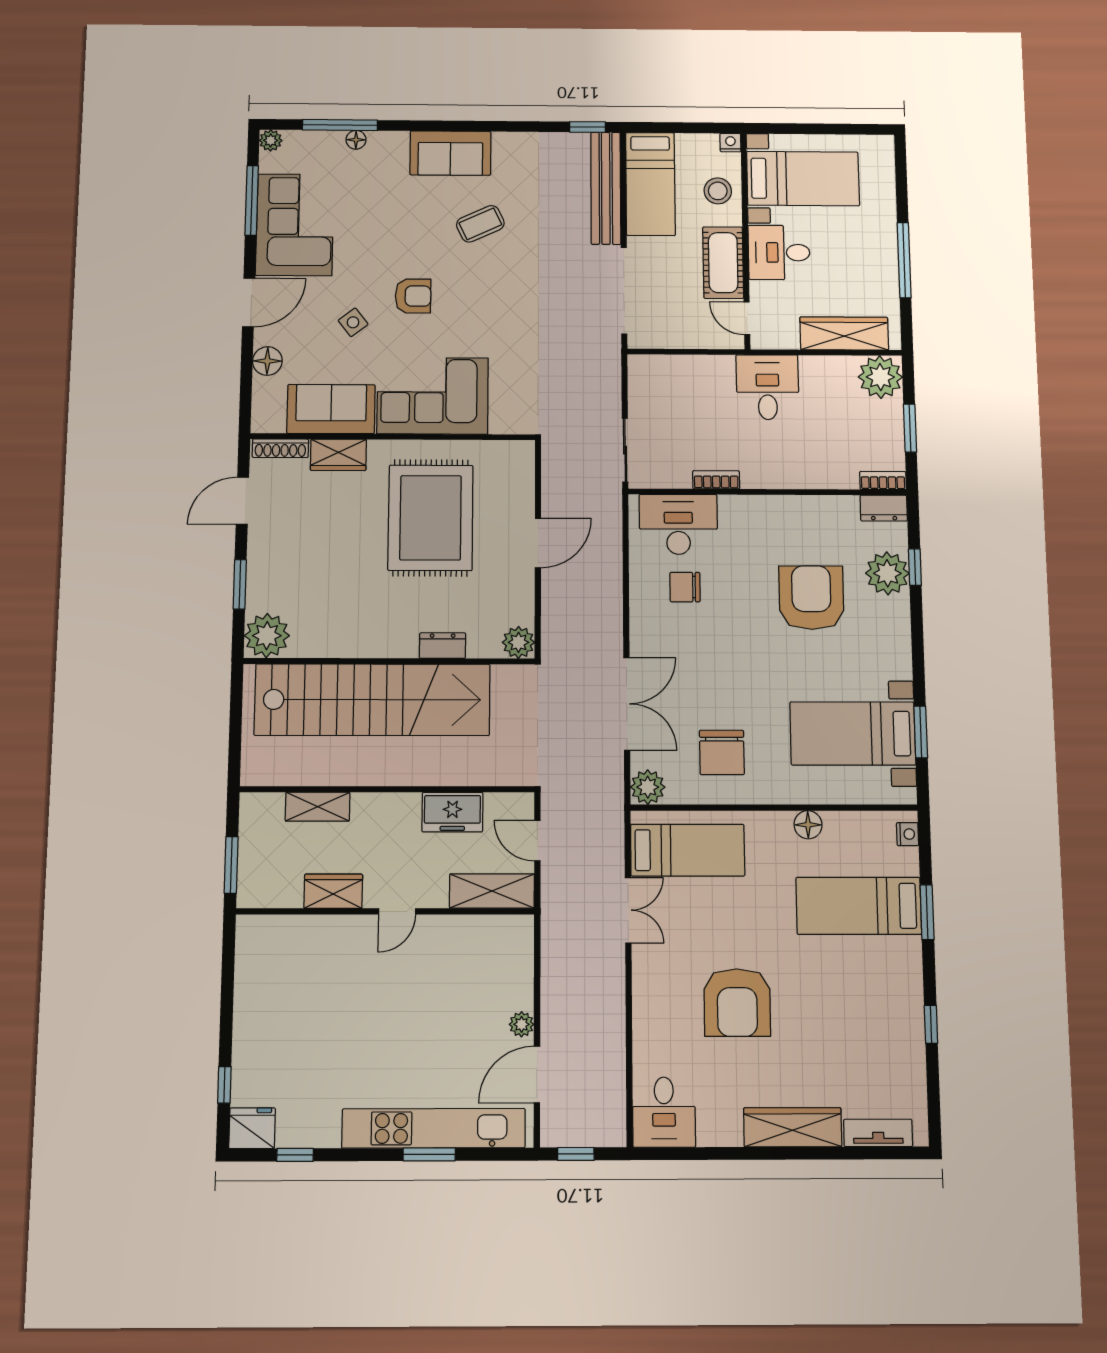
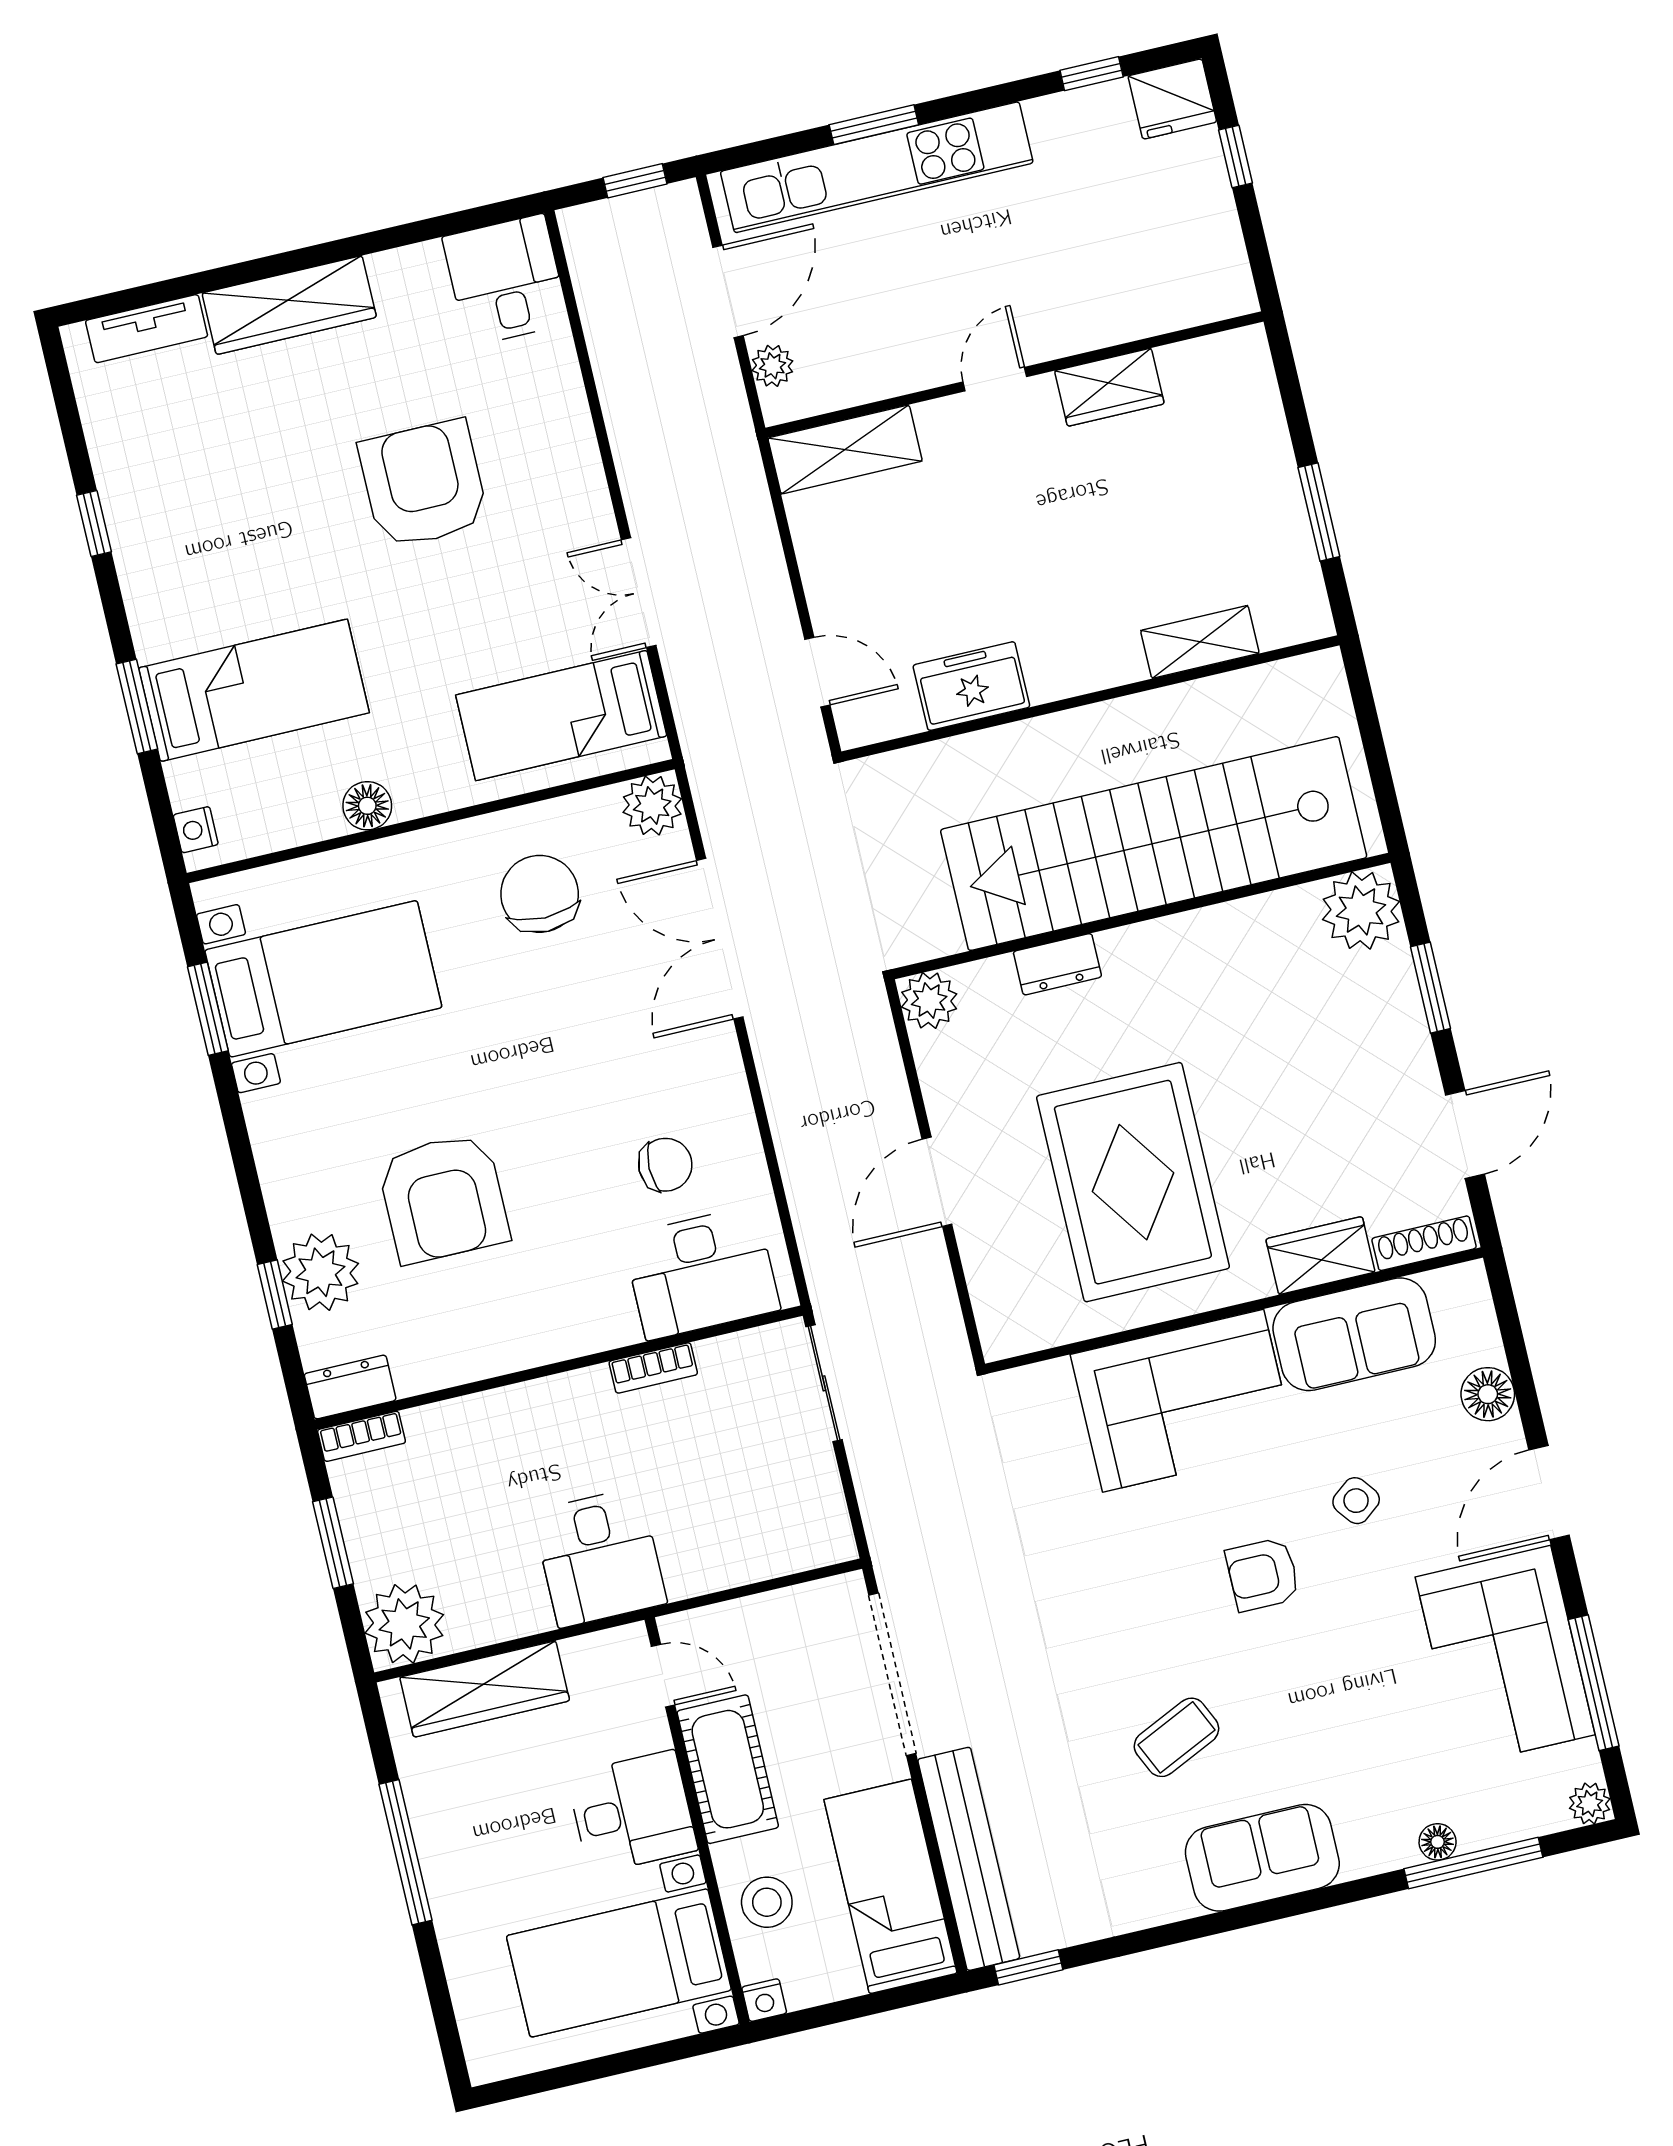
wardrobe: (333, 891) -> (1109, 387), moved
shelving: (492, 891) -> (845, 450), moved
wall: (385, 911) -> (1014, 375), moved
door: (397, 911) -> (995, 379), moved

